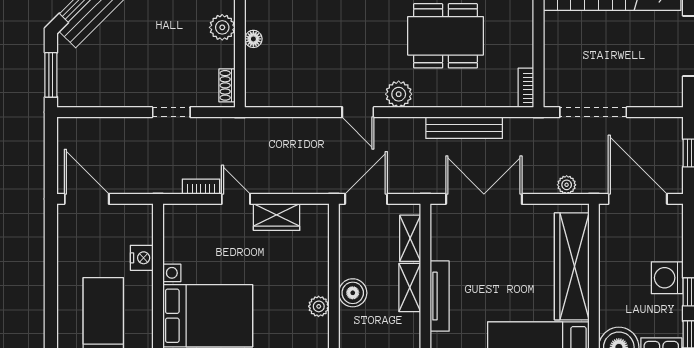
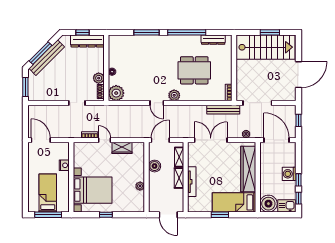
plant: (222, 27) -> (99, 78), moved
plant: (263, 89) -> (116, 93), added
bench: (464, 128) -> (223, 110), moved
boiler: (353, 293) -> (155, 166), moved

